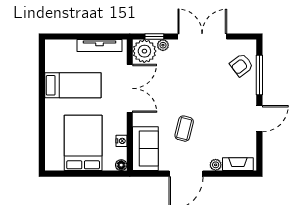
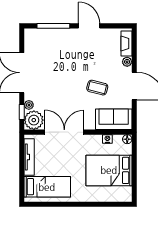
armchair: (241, 65) -> (45, 41), removed
bed: (73, 85) -> (47, 187), moved, turned 90

